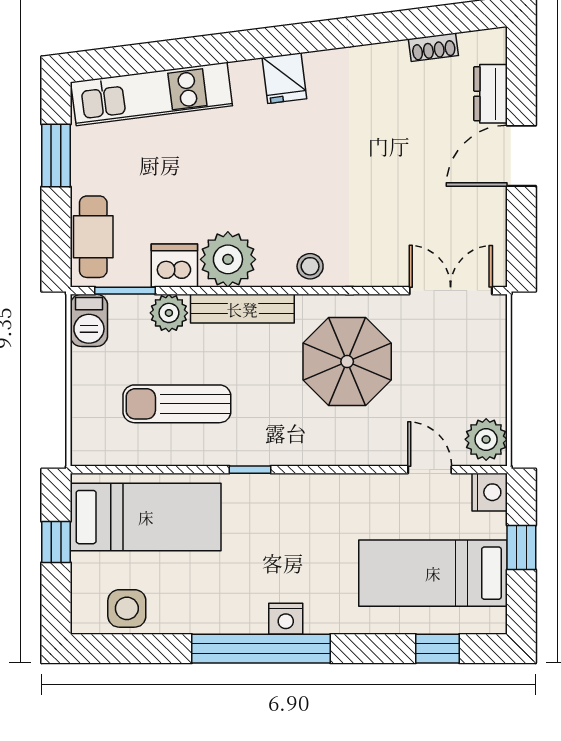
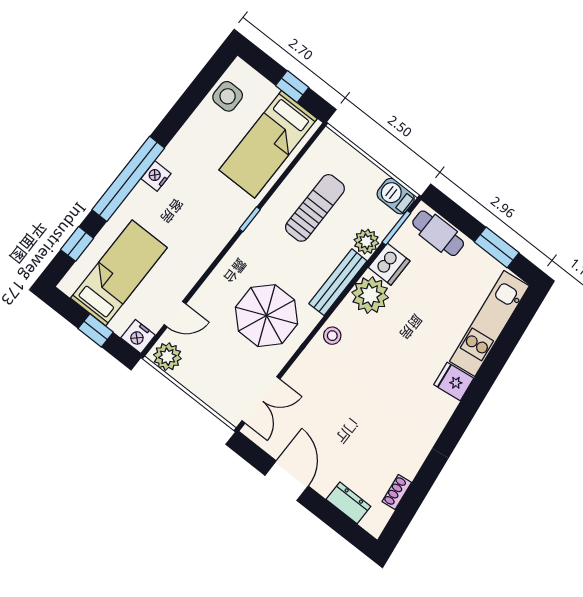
fridge: (284, 78) -> (454, 381), moved
door: (521, 156) -> (287, 481), moved
window: (261, 649) -> (128, 179), moved

